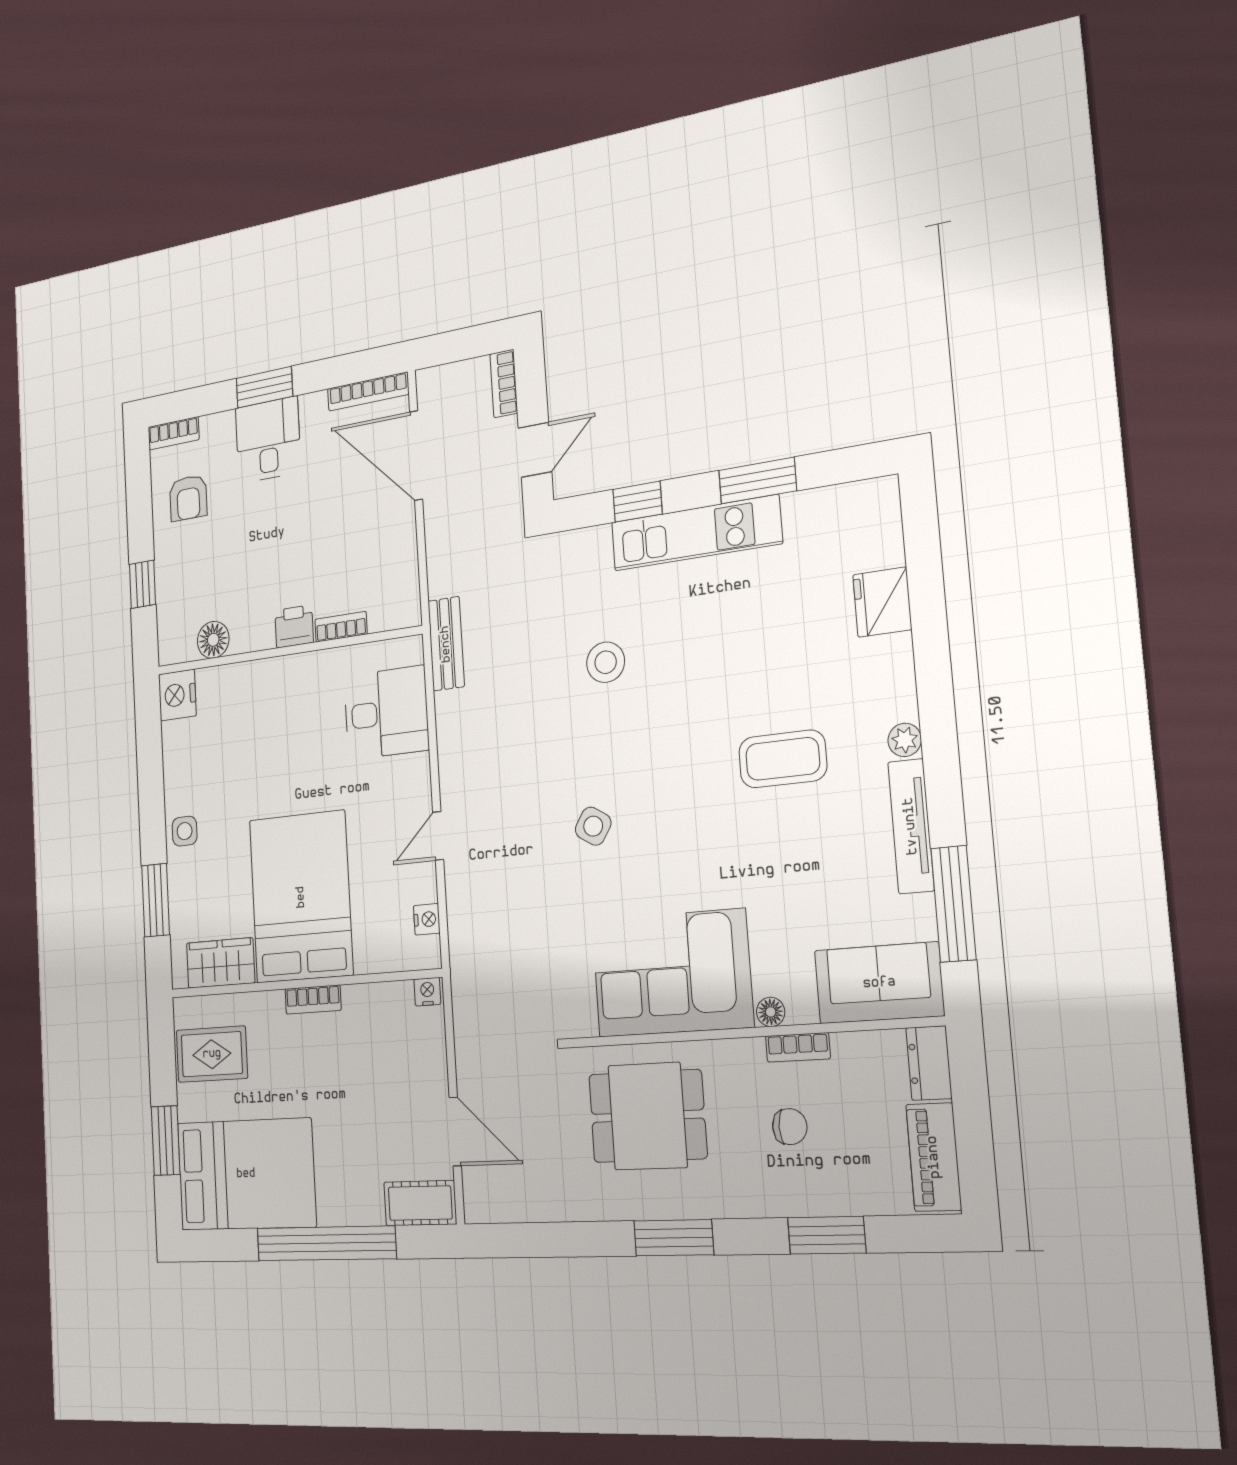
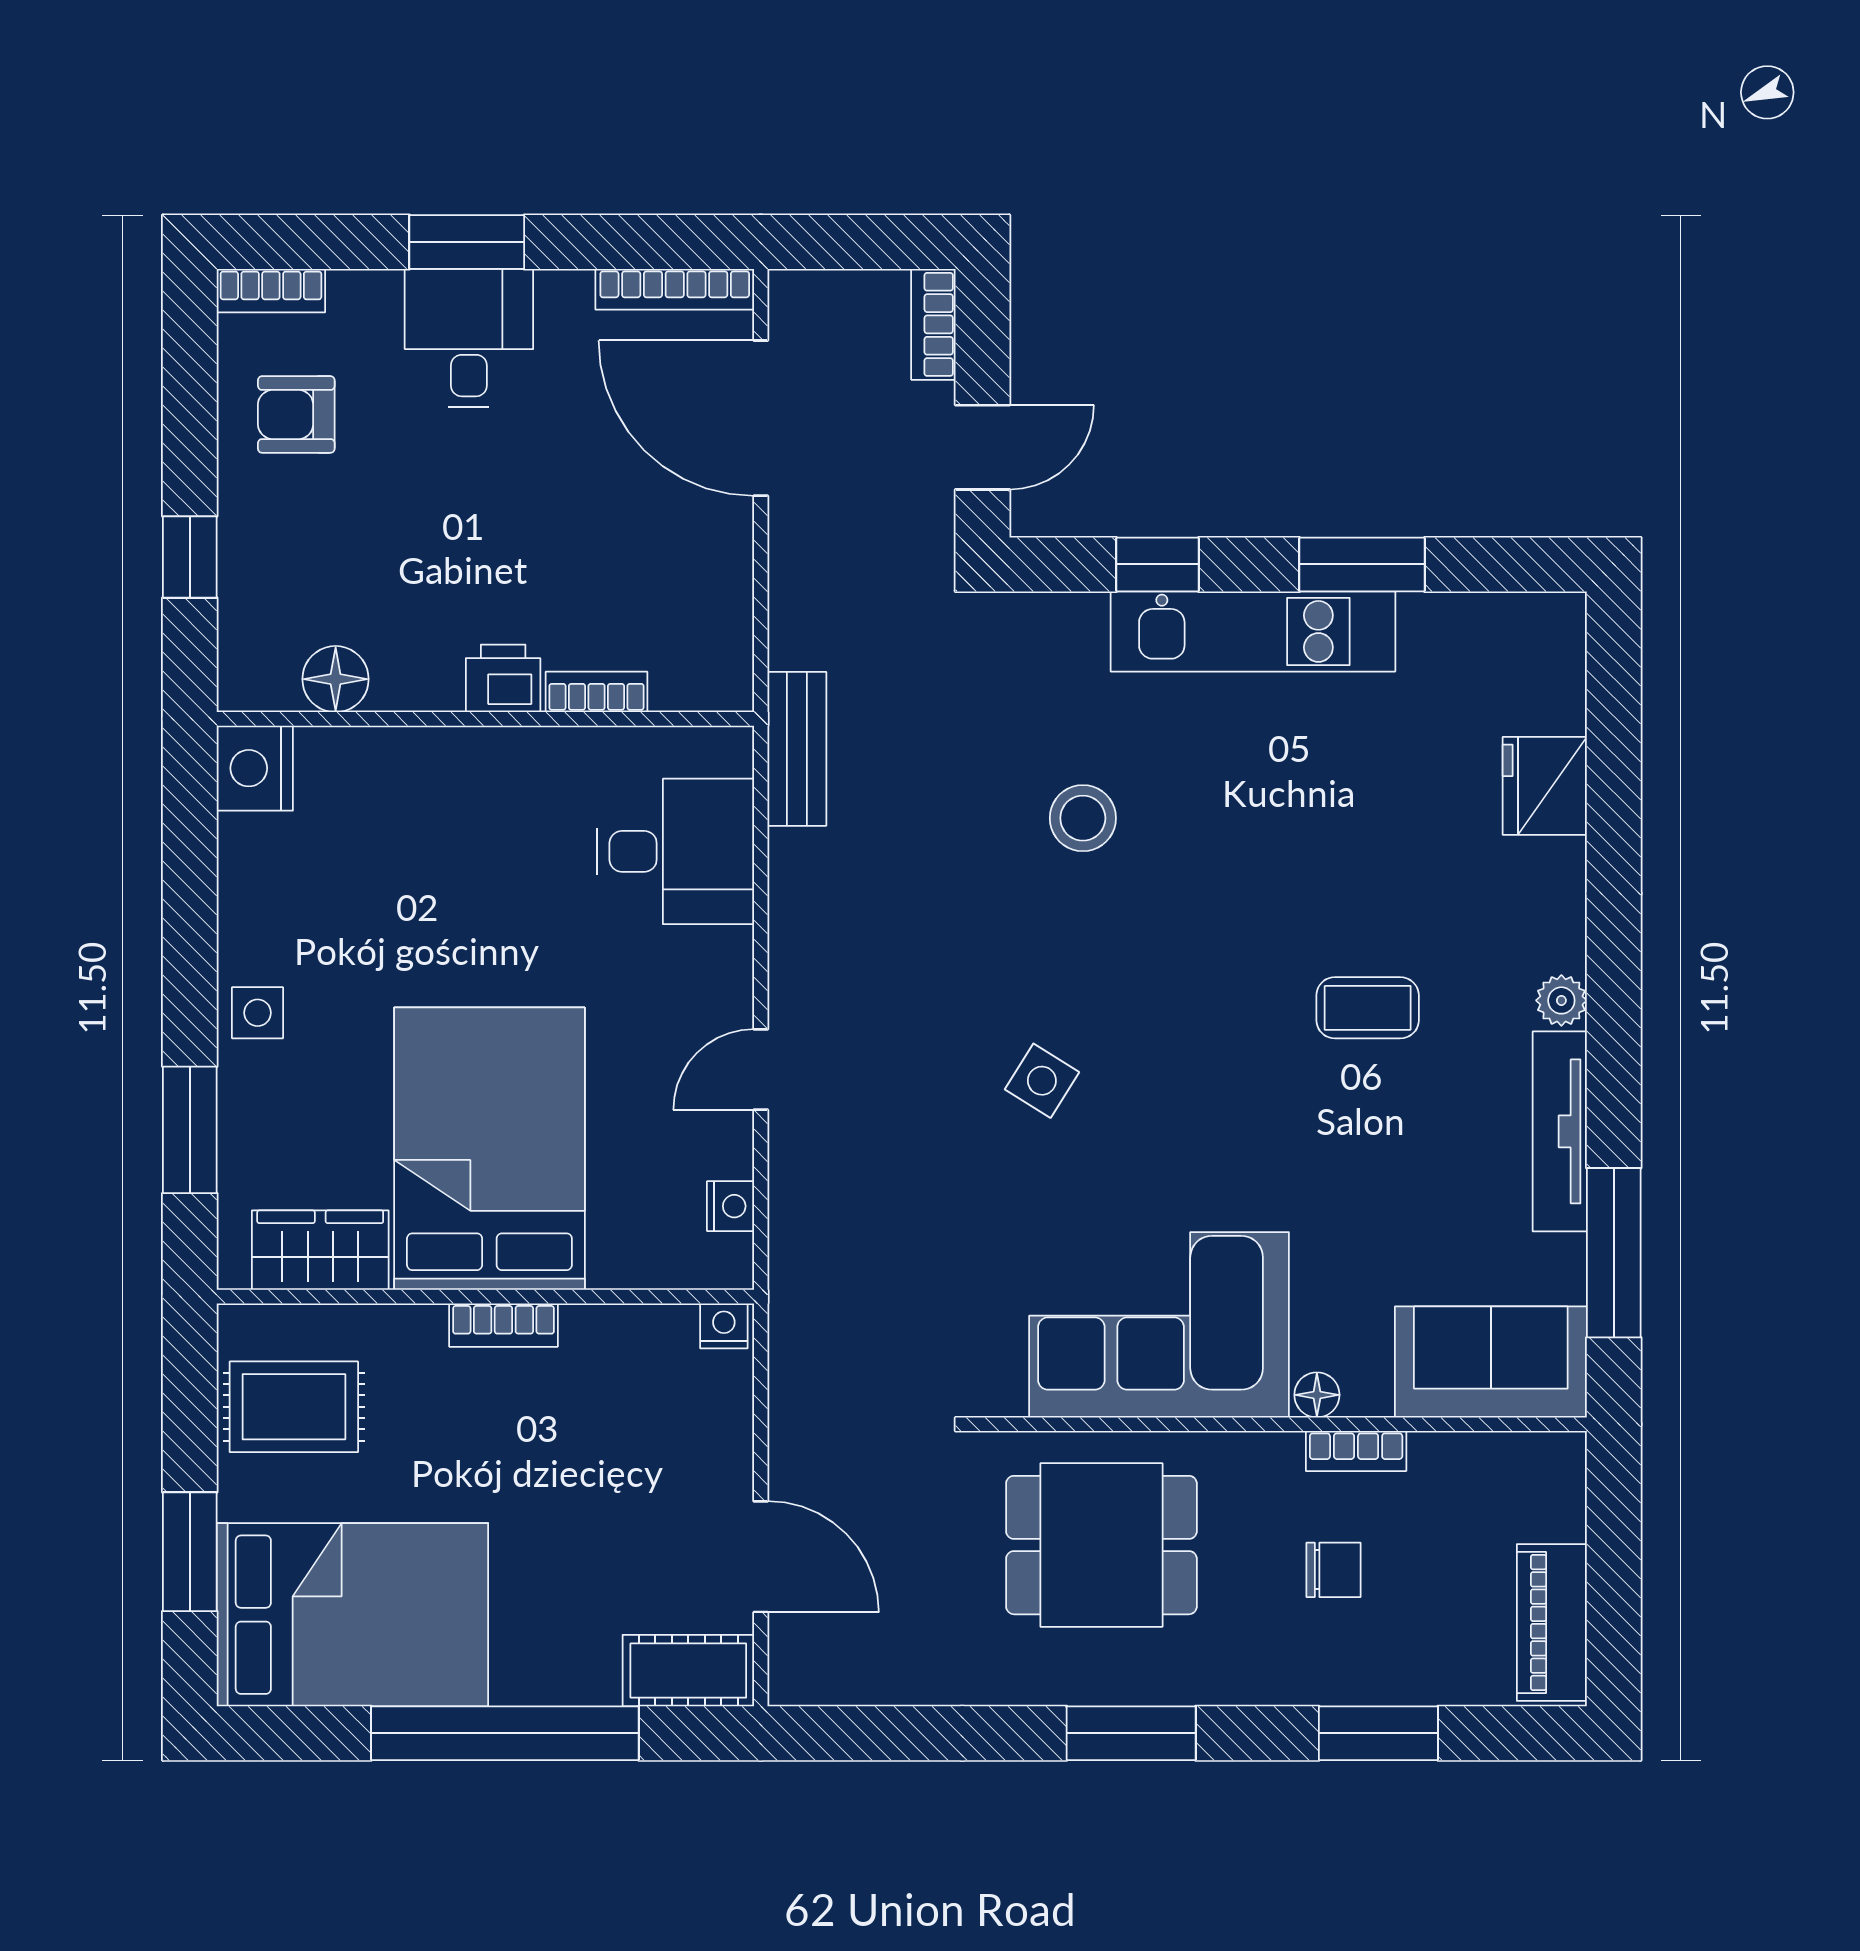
armchair: (188, 498) -> (296, 414), turned 90
coffee table: (783, 759) -> (1368, 1008), width x0.73, depth x0.77
dresser: (929, 1063) -> (1557, 1485), removed

